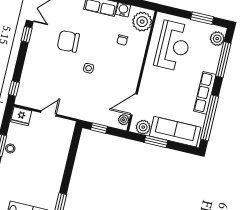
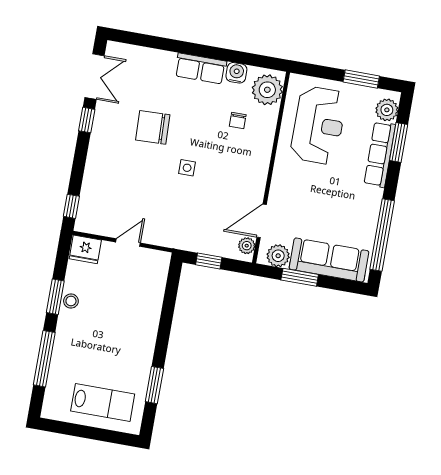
window: (223, 60) -> (399, 143), width x0.69
row of seats: (205, 93) -> (380, 154), moved

